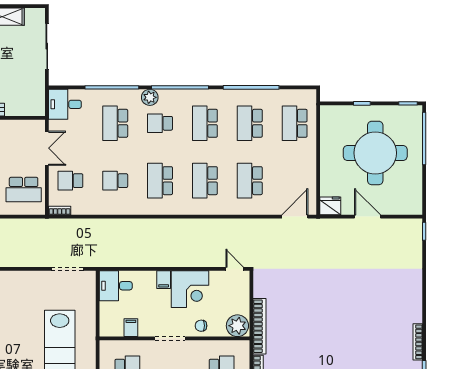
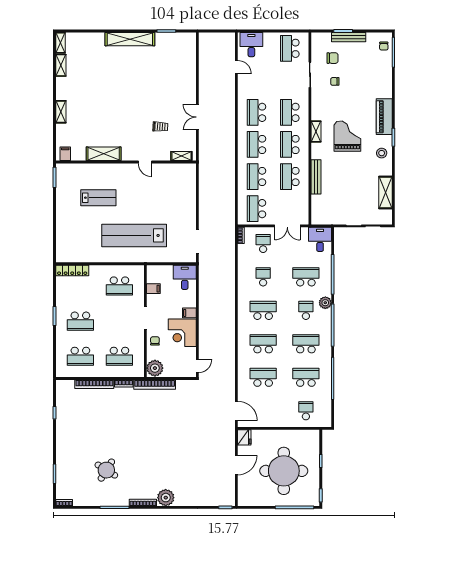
school desk: (295, 123) -> (306, 411), width x0.54
plant: (411, 311) -> (166, 498), added

